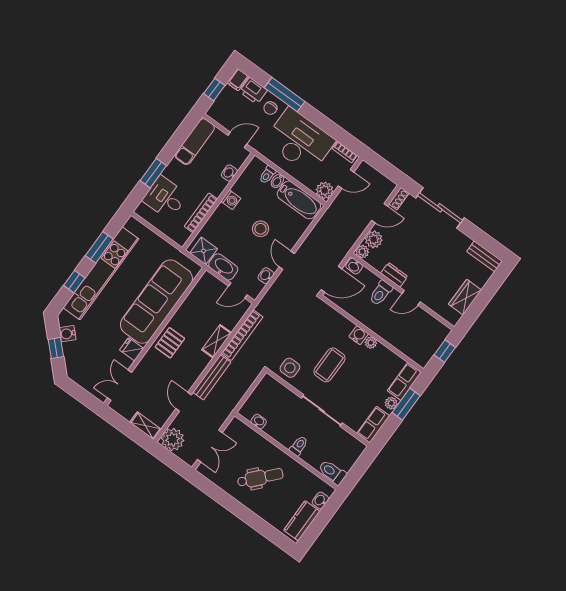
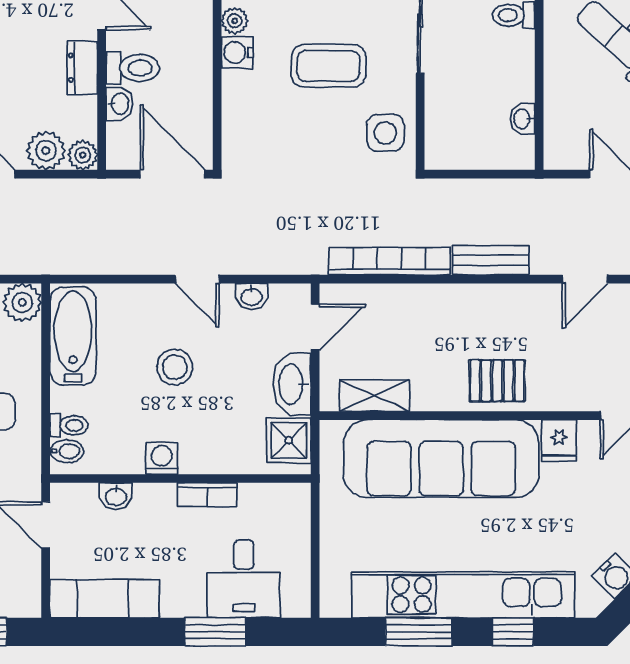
bidet: (277, 181) -> (67, 451), moved
bookcase: (201, 213) -> (207, 495), width x0.64
door: (287, 260) -> (197, 279), hinge flipped
washbasin: (354, 266) -> (119, 104), moved
door: (238, 291) -> (315, 327), hinge flipped
shelving: (217, 341) -> (374, 396), moved
bench: (212, 377) -> (491, 260), width x0.73

